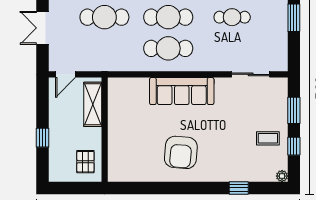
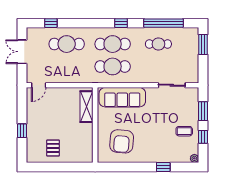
shelving: (93, 104) -> (87, 107), moved
wall: (105, 130) -> (95, 125), moved

